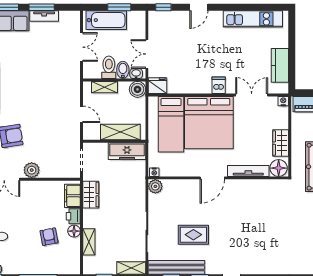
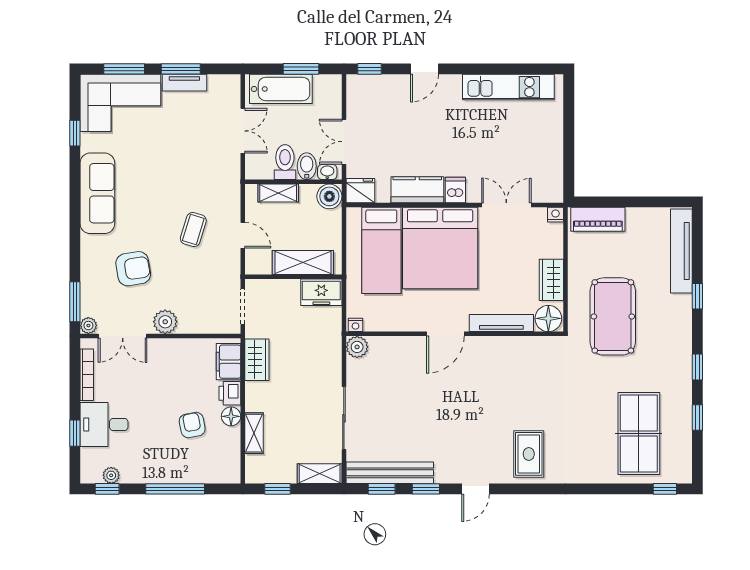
kitchen counter: (280, 65) -> (417, 190), moved, turned 90
coffee table: (50, 111) -> (193, 230), added
freezer: (127, 151) -> (321, 292), width x0.71
rug: (193, 235) -> (529, 454), moved, turned 90

